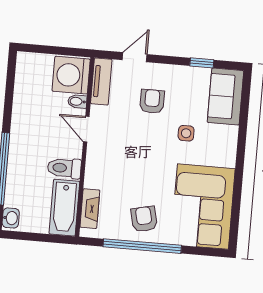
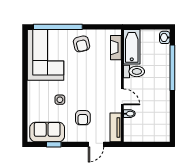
washing machine: (71, 75) -> (135, 130), removed
sofa: (225, 96) -> (47, 132), moved, turned -90
window: (142, 246) -> (58, 27), moved

